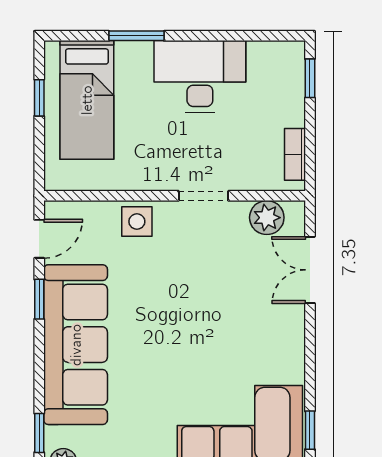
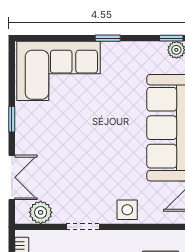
window: (310, 430) -> (12, 119), moved

